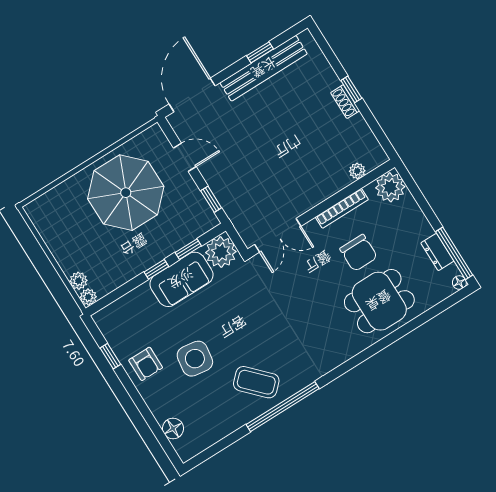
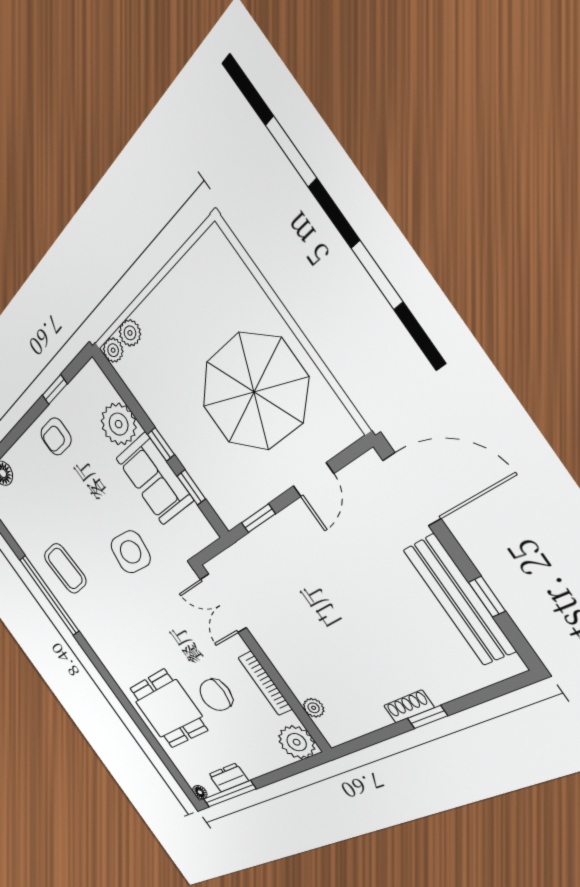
plant: (221, 252) -> (119, 424), moved
side table: (195, 359) -> (131, 552), moved
coffee table: (256, 382) -> (65, 569), turned -49

